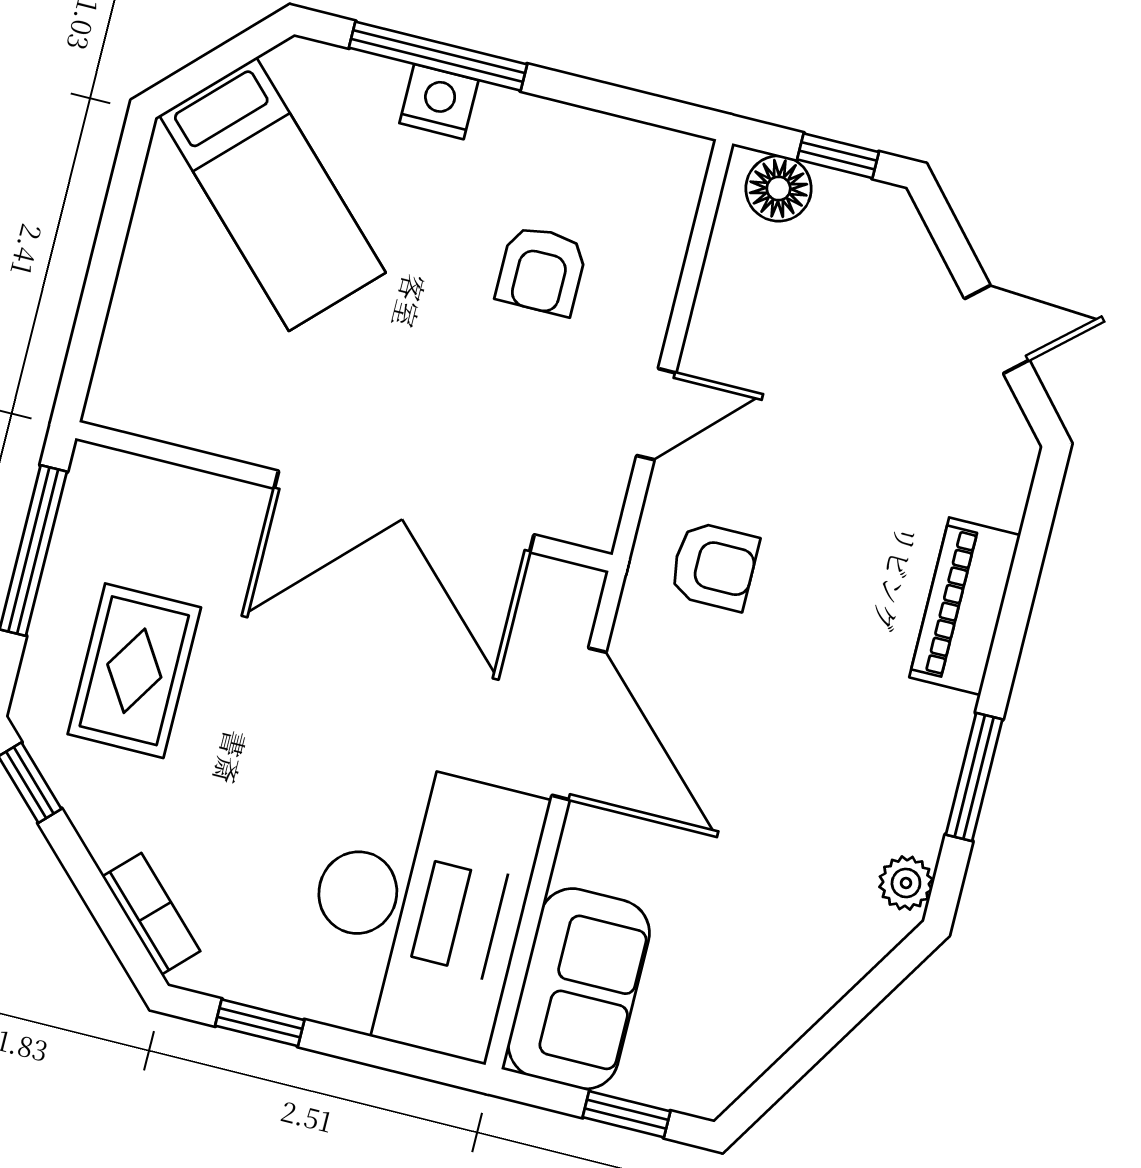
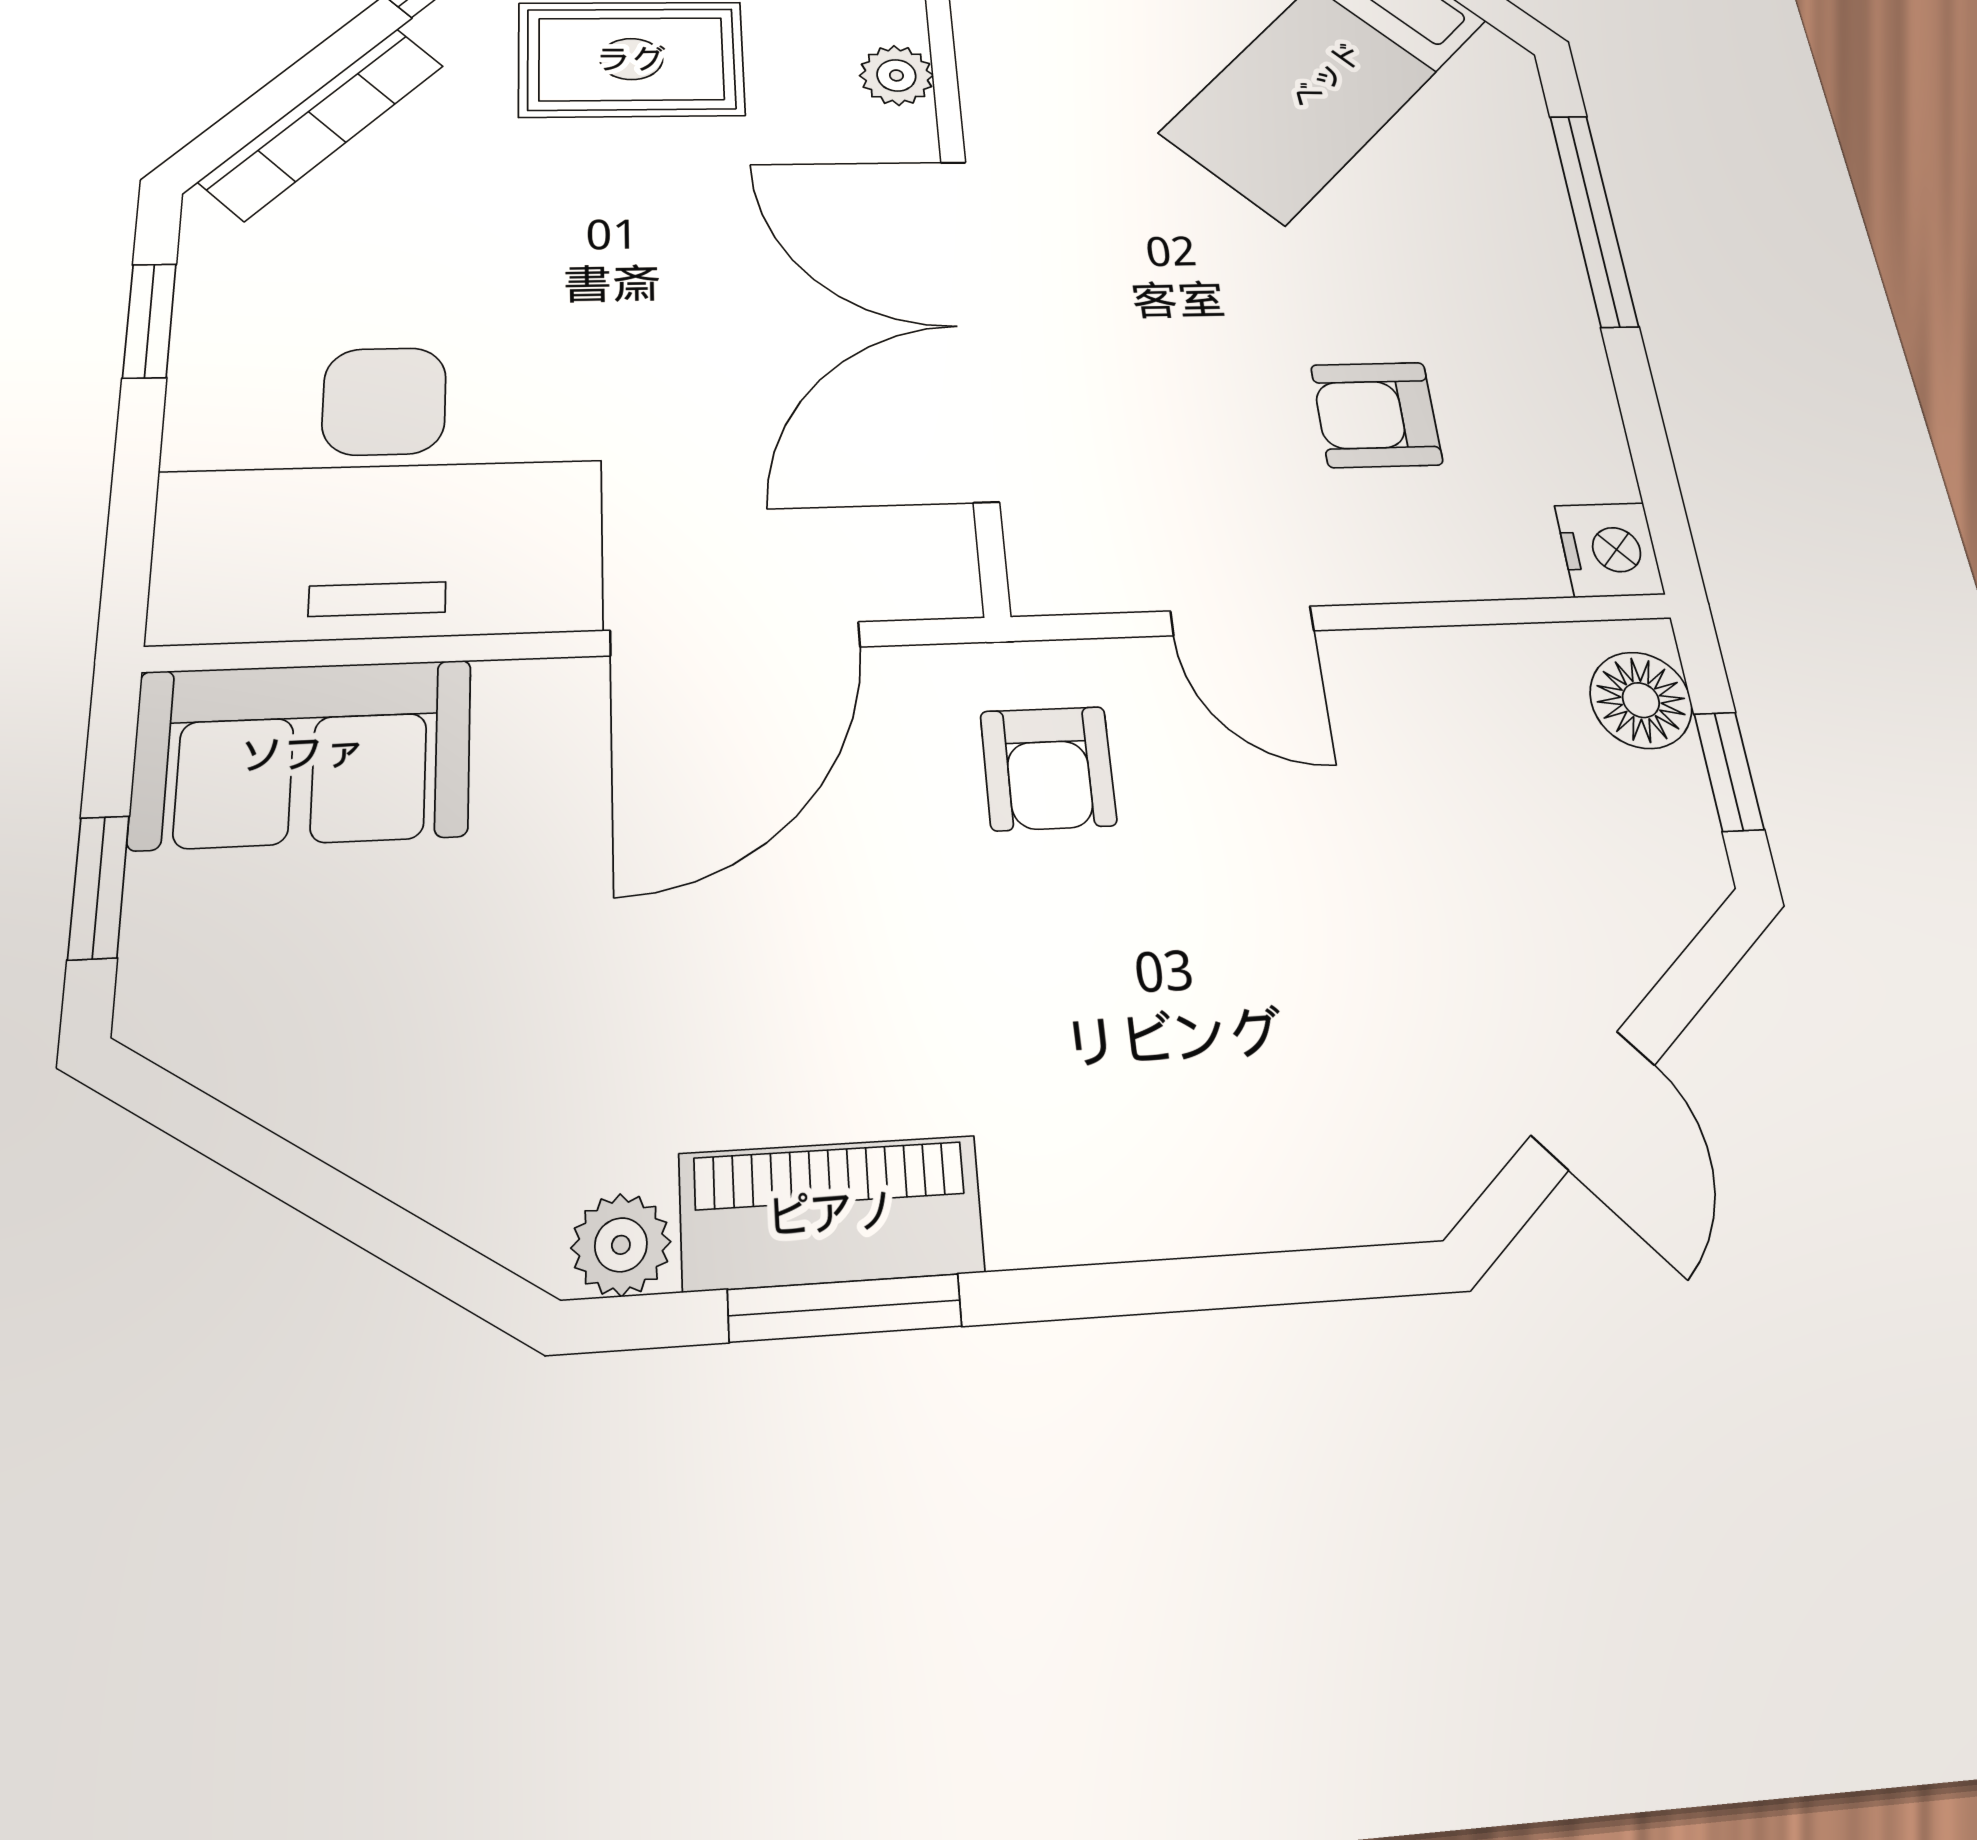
nightstand: (439, 102) -> (1609, 550), moved
plant: (194, 495) -> (896, 75), added
piano: (965, 606) -> (831, 1213), moved
bookcase: (151, 914) -> (322, 123), width x1.56

